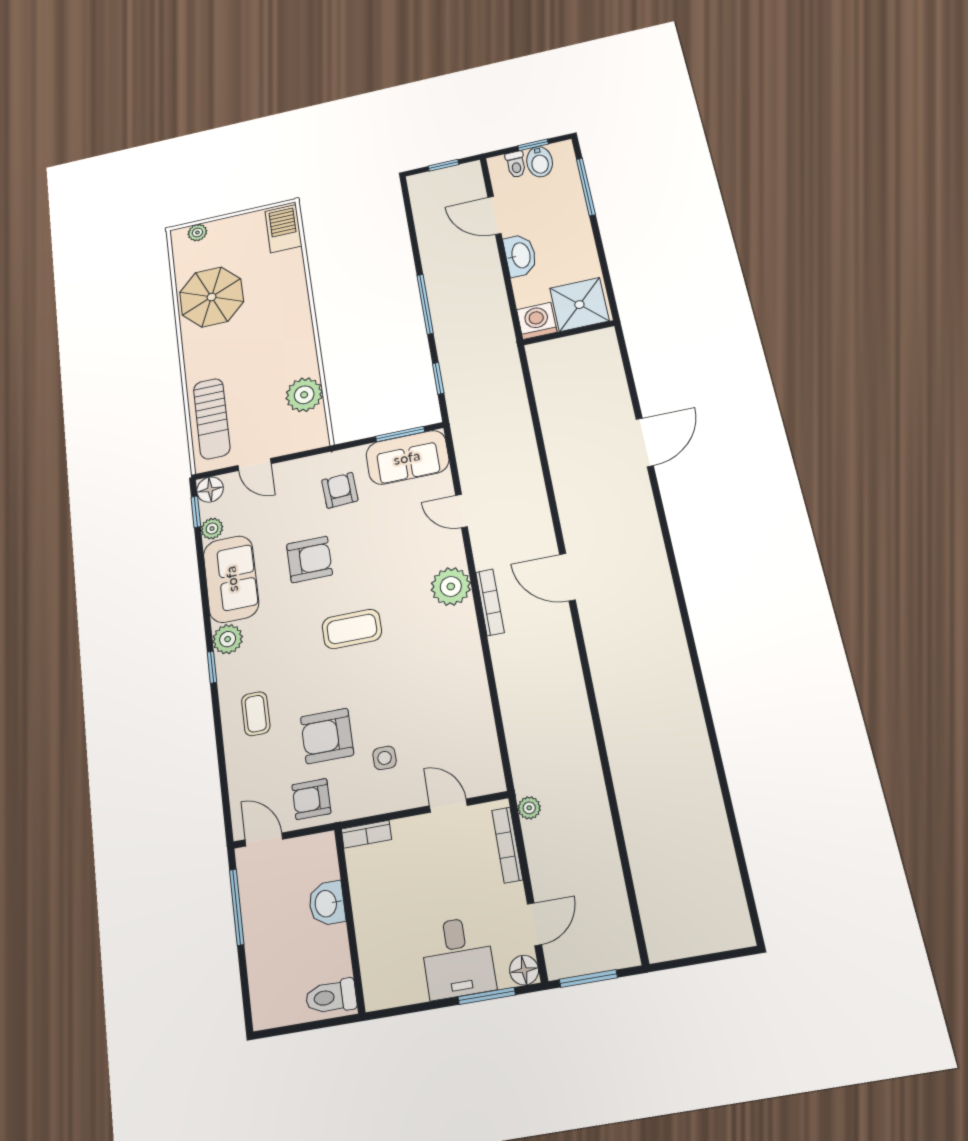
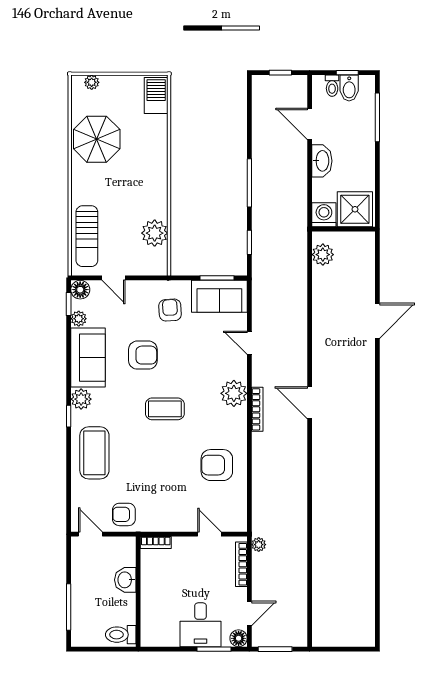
plant: (546, 372) -> (323, 255), added
coffee table: (256, 714) -> (94, 453), width x1.86, depth x1.72
armchair: (327, 736) -> (217, 465), moved
side table: (385, 758) -> (174, 497), removed
window: (237, 907) -> (69, 607), moved

